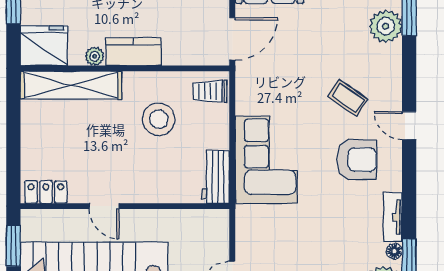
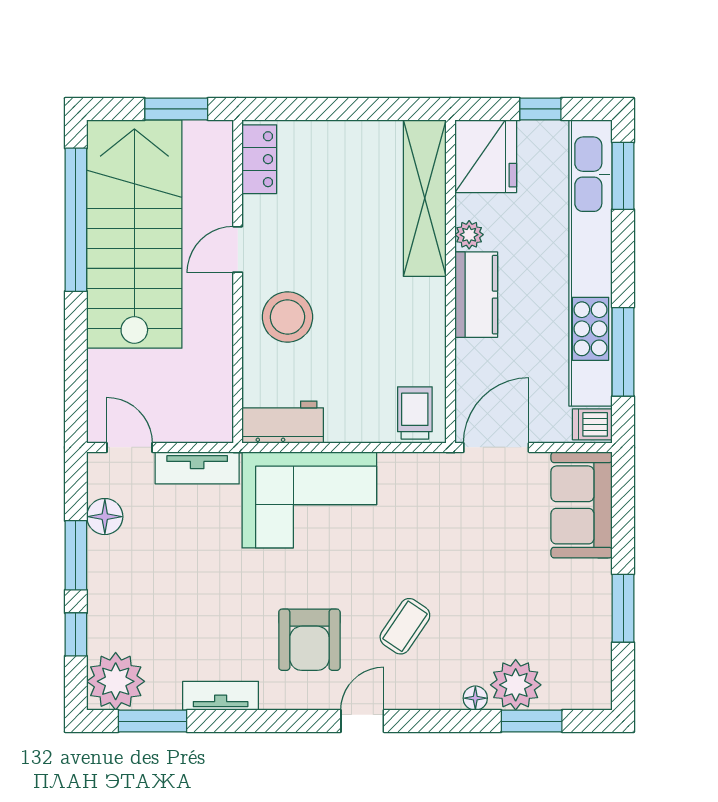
door: (232, 39) -> (496, 447), swing flipped
stool: (159, 119) -> (287, 317), moved
tv unit: (245, 232) -> (197, 468), added
floor lamp: (394, 251) -> (475, 698), moved

